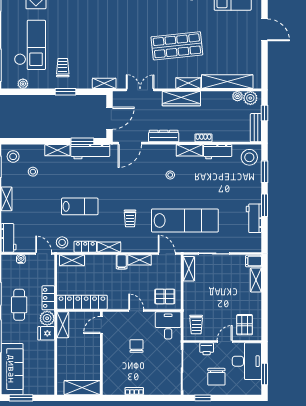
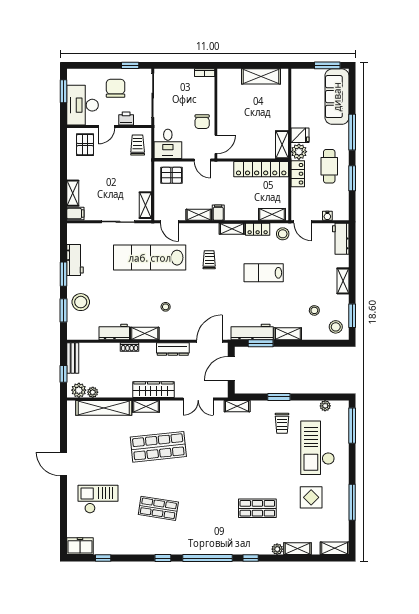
stool: (249, 157) -> (81, 302), moved
door: (101, 325) -> (216, 144), moved
wall: (101, 353) -> (216, 114), moved

